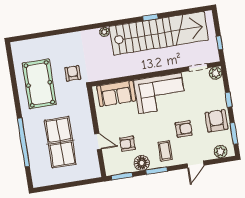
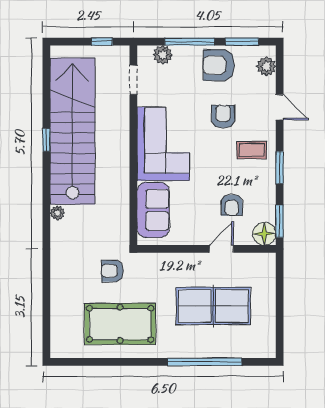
plant: (216, 73) -> (163, 55), moved
window: (229, 100) -> (190, 42), width x2.17
floor lamp: (142, 163) -> (264, 234), moved

